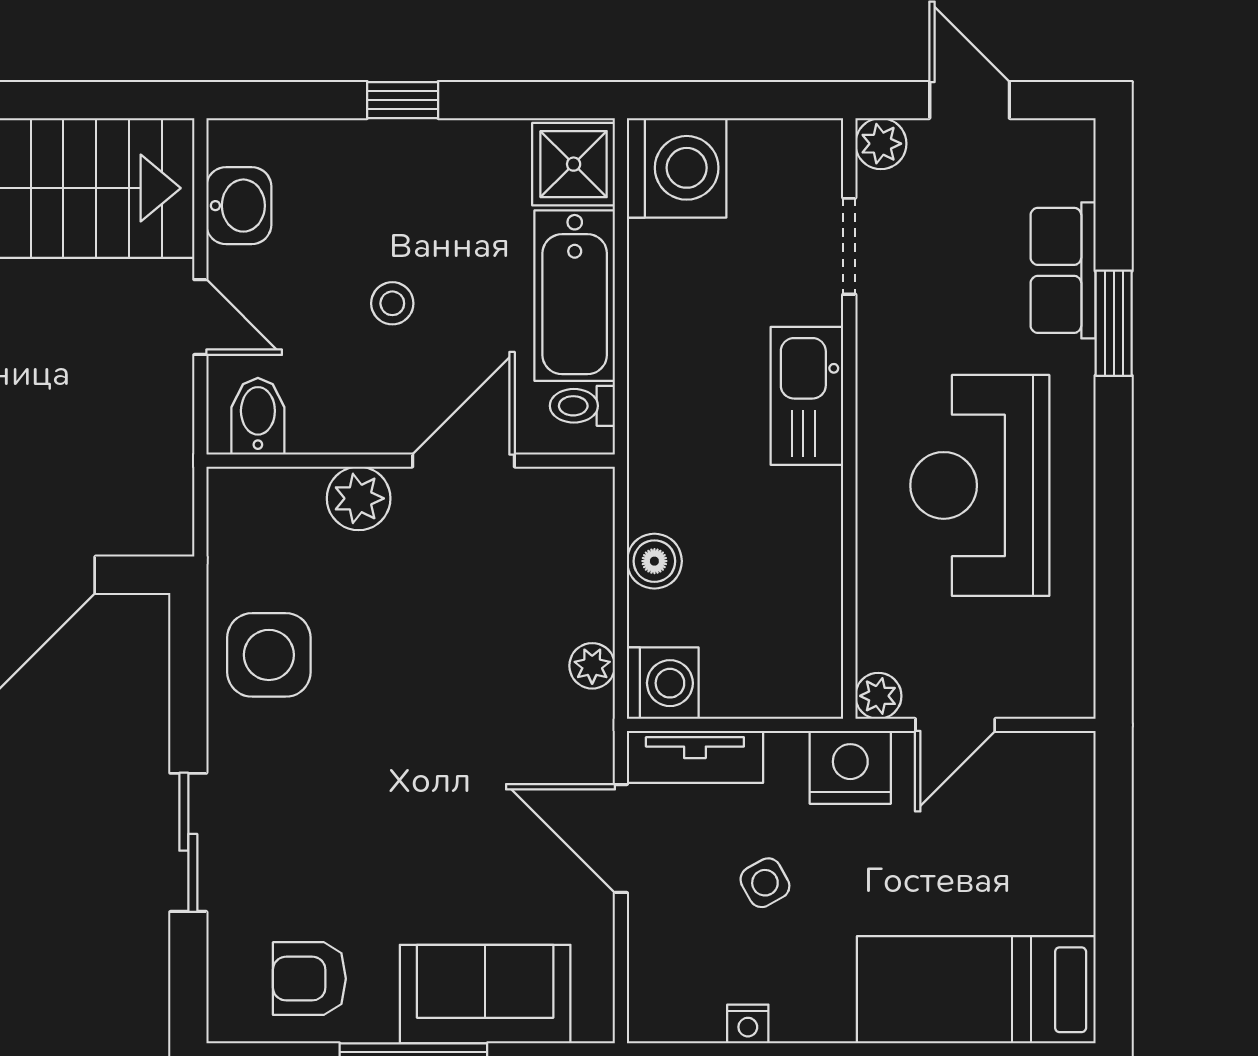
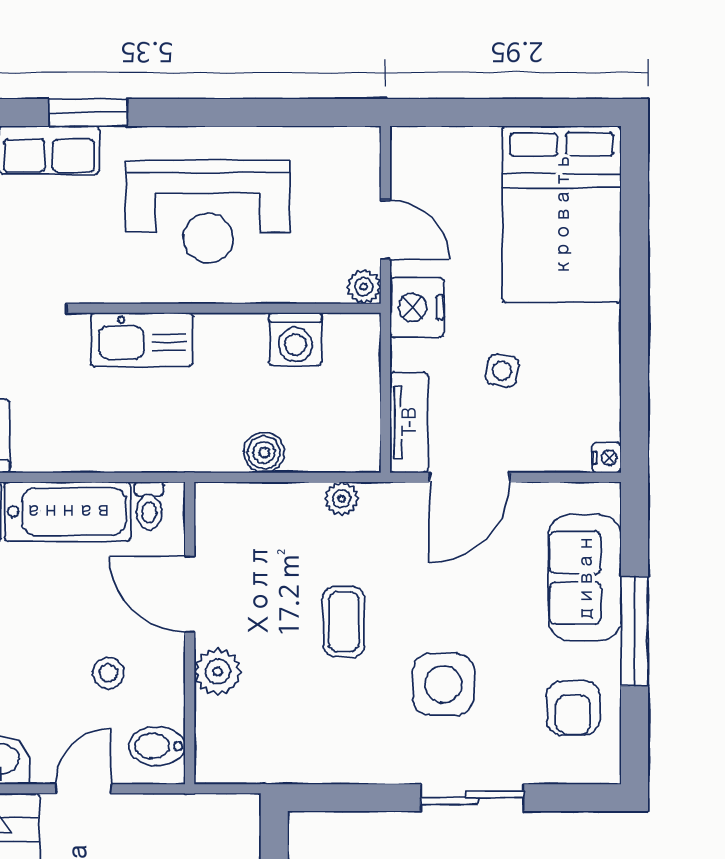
stool: (392, 303) -> (108, 673), moved
side table: (269, 655) -> (443, 684), moved
coffee table: (426, 669) -> (344, 622), added
washing machine: (663, 683) -> (295, 339), moved, turned 180
side table: (765, 883) -> (502, 371), turned 38
bed: (976, 990) -> (562, 214), width x1.50
nightstand: (748, 1024) -> (607, 458), moved

